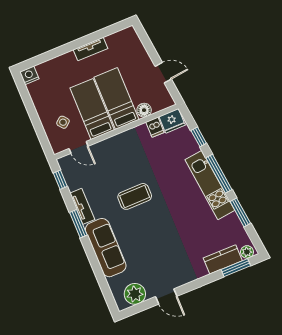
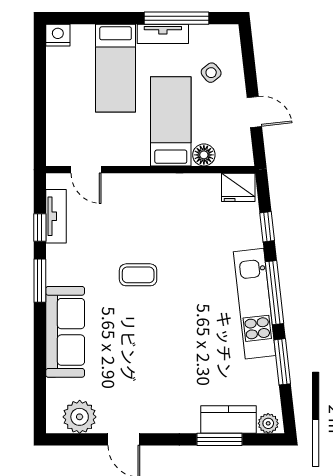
window: (95, 37) -> (177, 18), added
bed: (92, 109) -> (116, 68), moved, turned 180
side table: (63, 122) -> (211, 73), moved
dishwasher: (155, 127) -> (209, 186), removed
window: (60, 180) -> (40, 228), moved
coffee table: (135, 196) -> (138, 275), width x0.73, depth x0.77
tv unit: (82, 206) -> (56, 216), moved
window: (236, 268) -> (219, 439), moved

